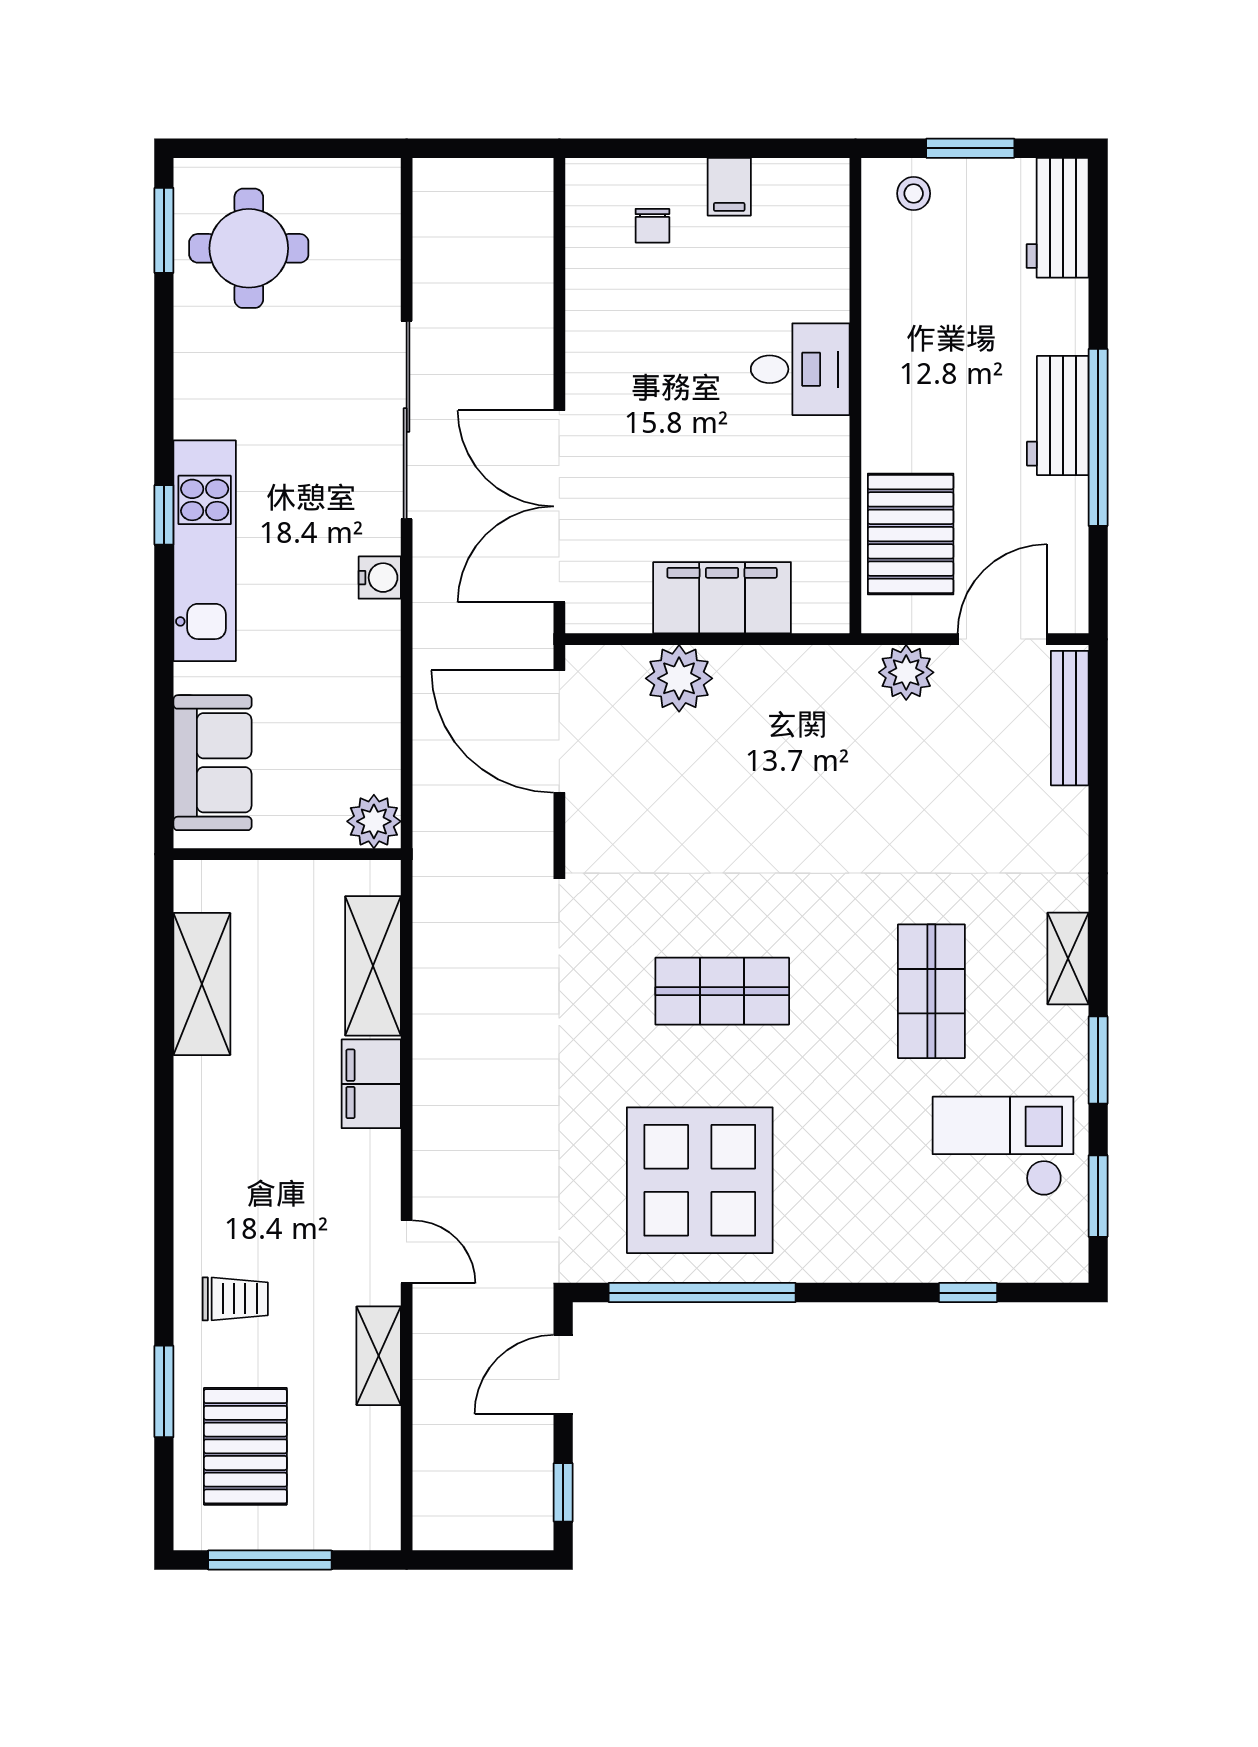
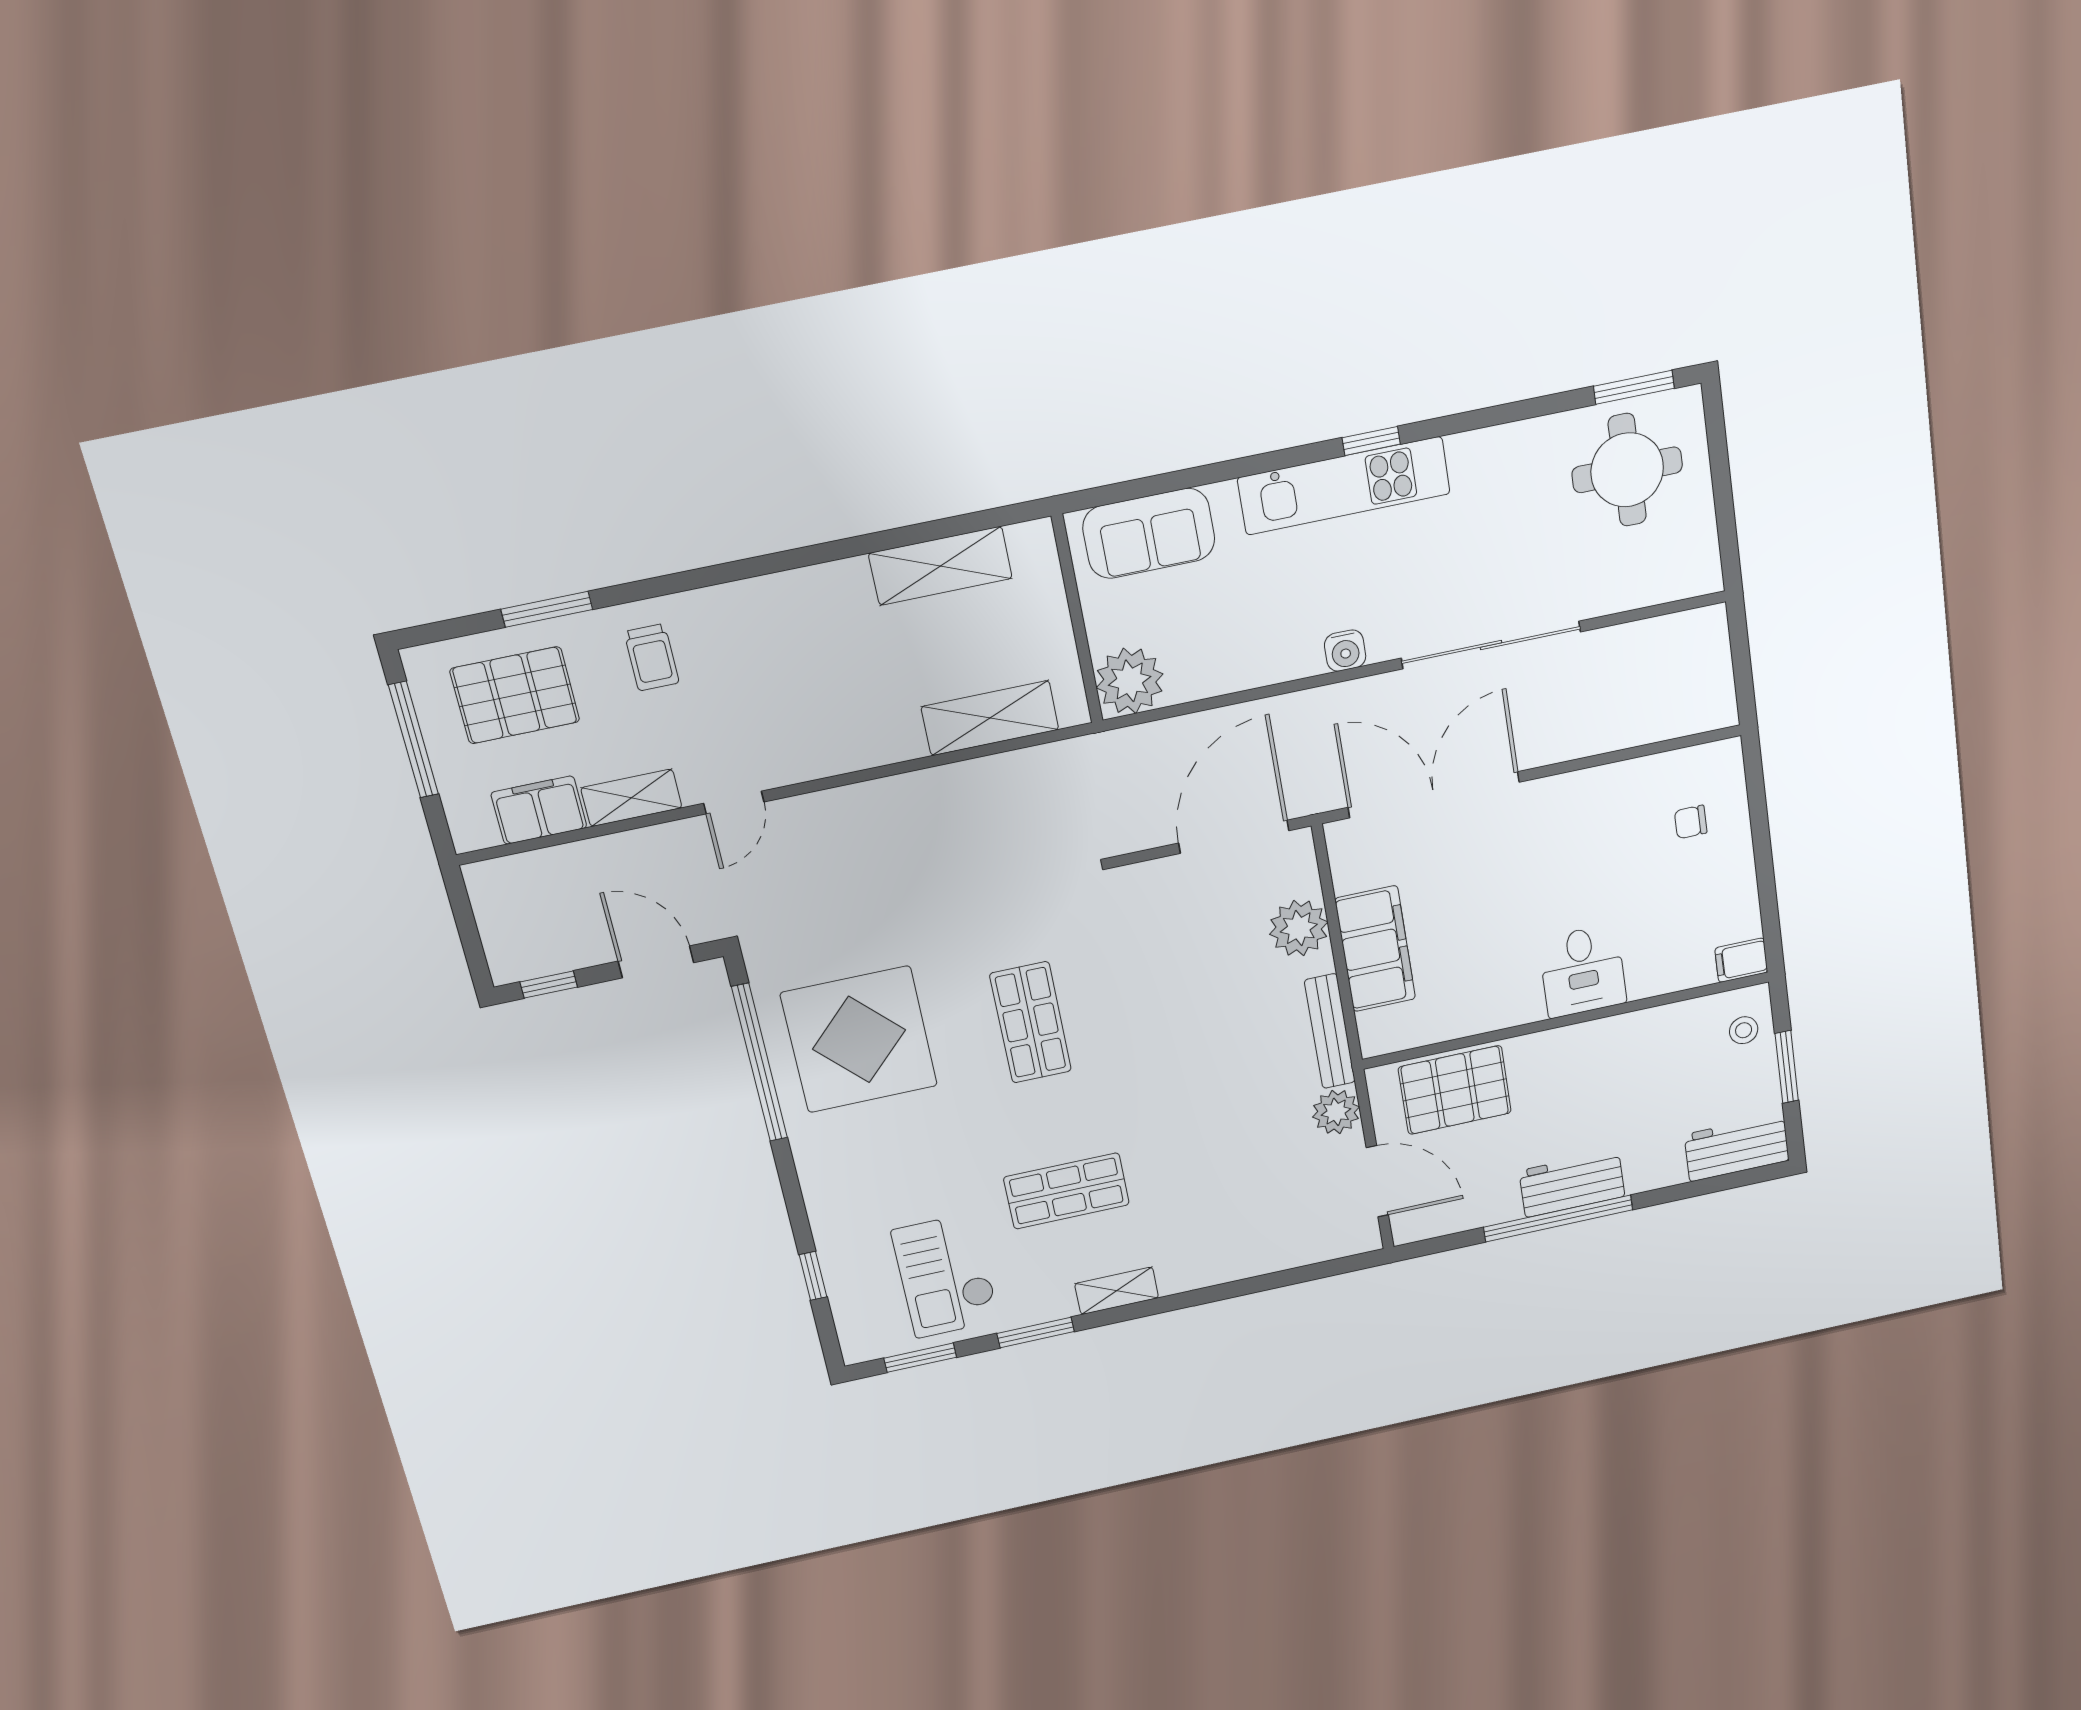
filing cabinet: (729, 187) -> (1741, 960), moved
bench: (1070, 718) -> (1330, 1031), moved, turned 90
plant: (374, 821) -> (1130, 681), width x1.36, depth x1.36
filing cabinet: (371, 1084) -> (539, 810), moved
checkout: (1003, 1146) -> (946, 1276), turned 180

